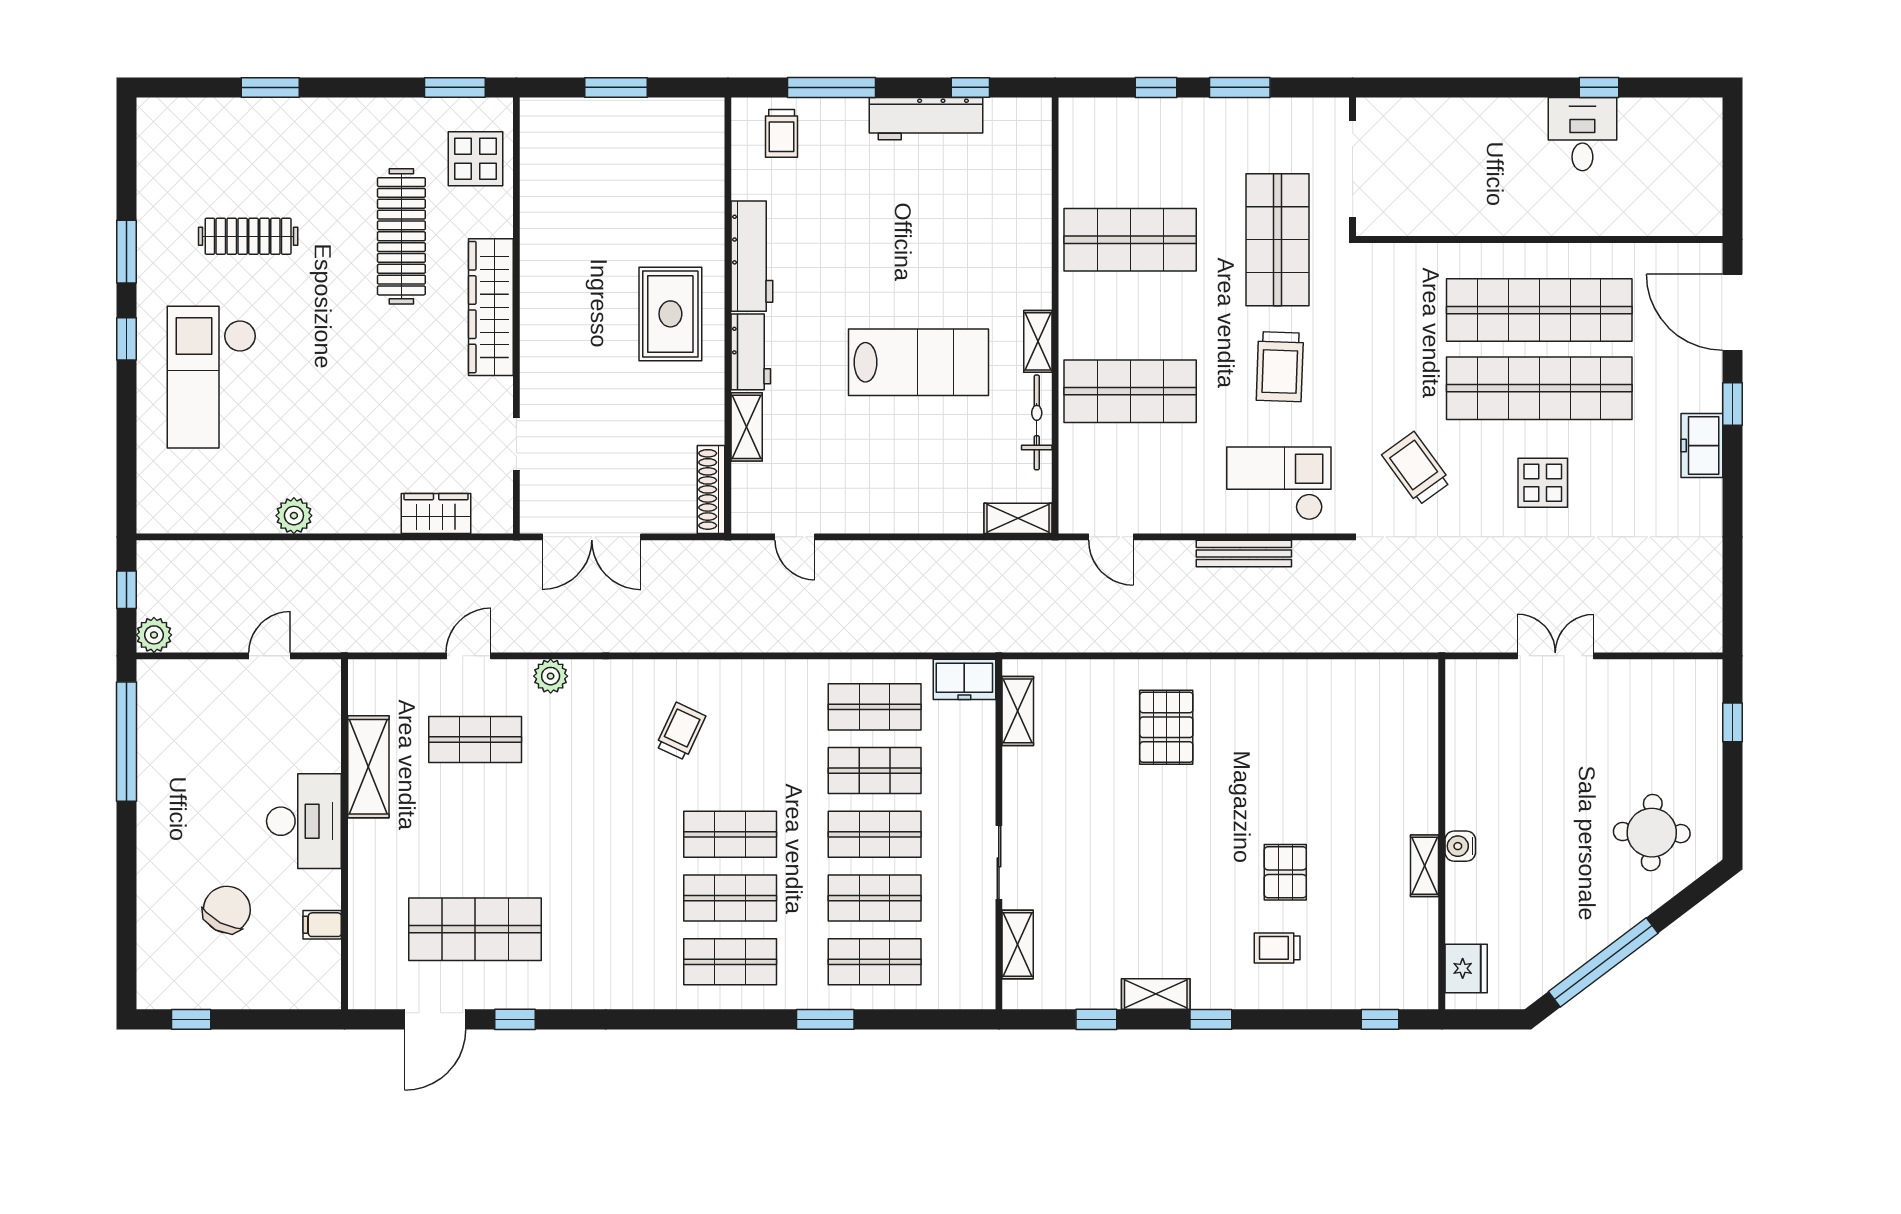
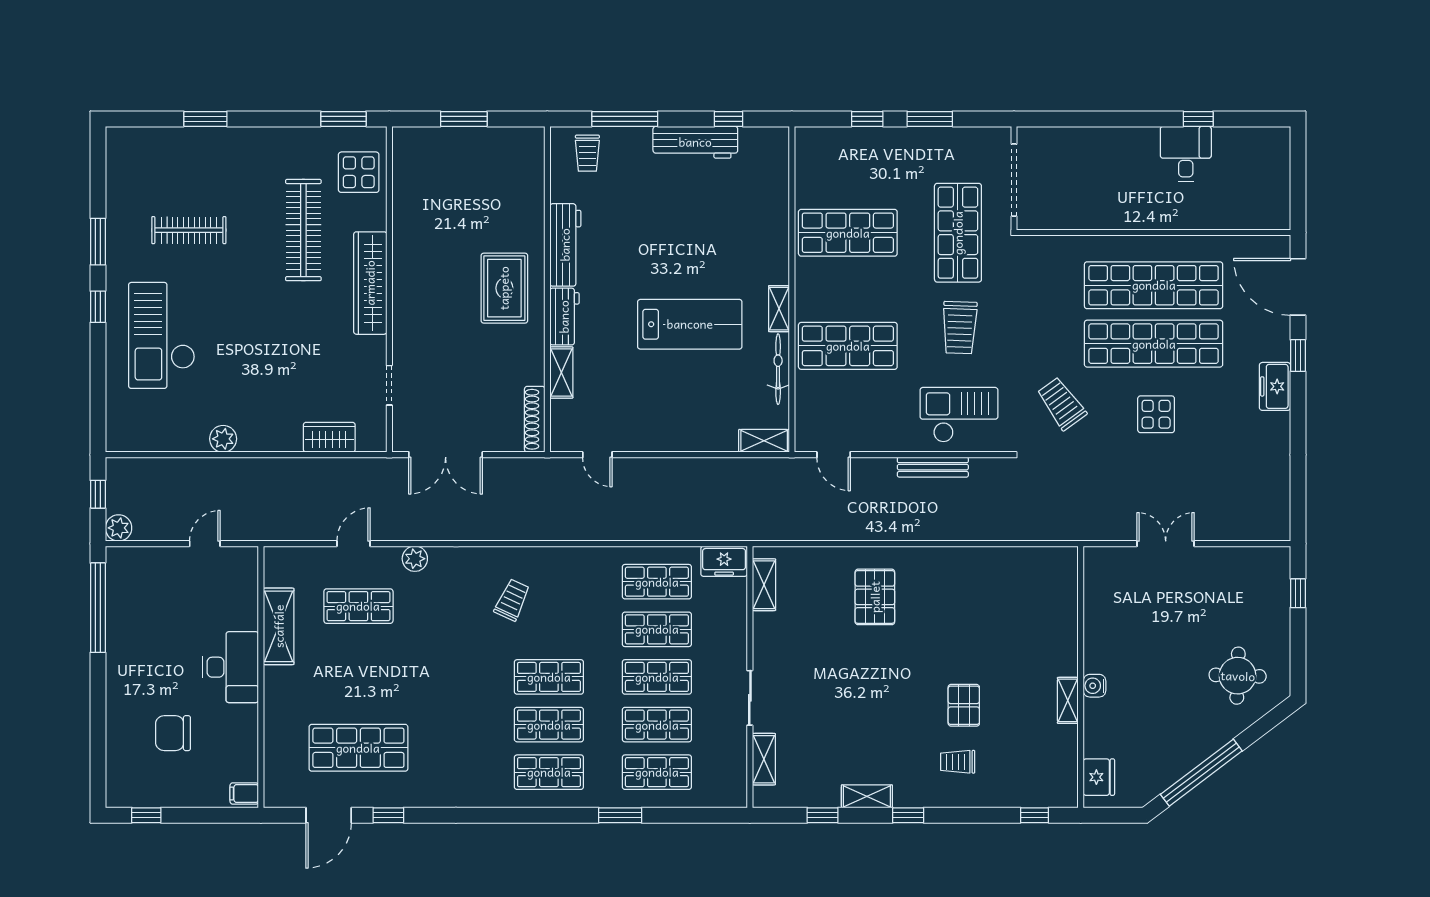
chair: (227, 910) -> (173, 733), turned -118
filing cabinet: (322, 925) -> (244, 793), moved

